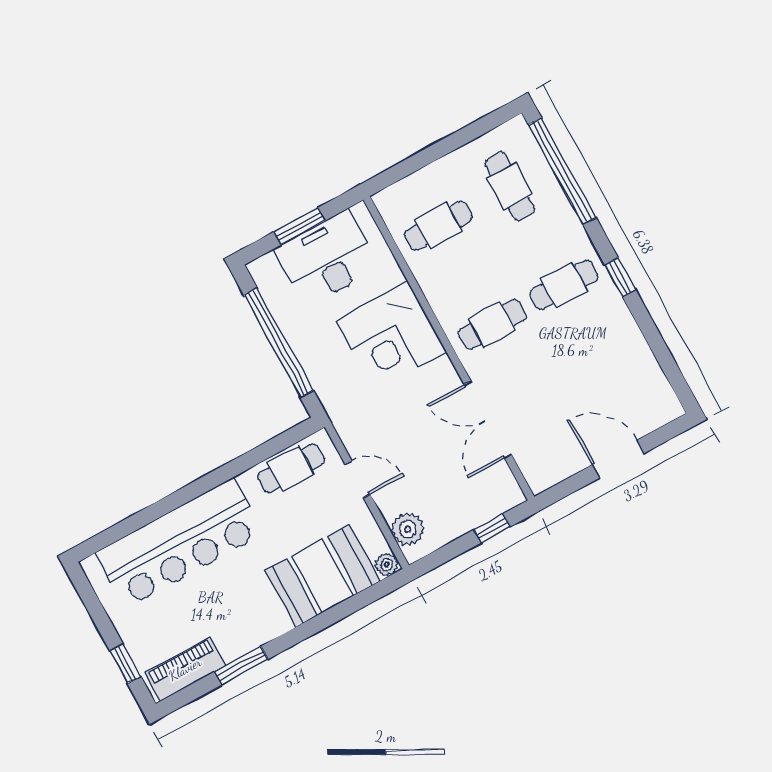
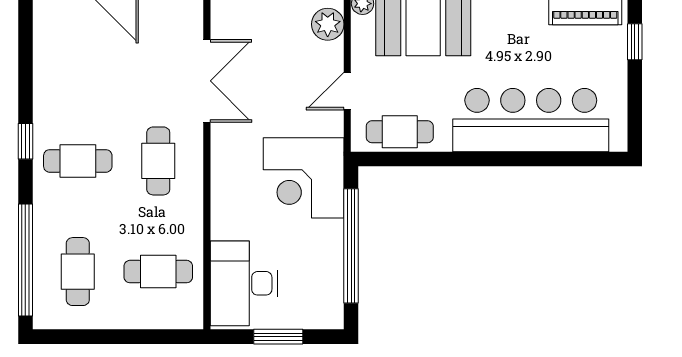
desk: (327, 258) -> (244, 283), moved, turned 90
cafe table: (492, 324) -> (158, 161), turned 90
corner desk: (392, 336) -> (304, 178), moved, turned 180
door: (358, 479) -> (347, 91), hinge flipped

